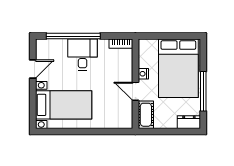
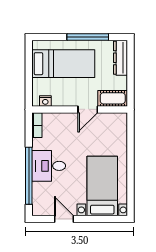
bed: (178, 68) -> (63, 64), width x0.67
nightstand: (143, 74) -> (45, 101), moved
dresser: (189, 122) -> (121, 58), width x1.44

